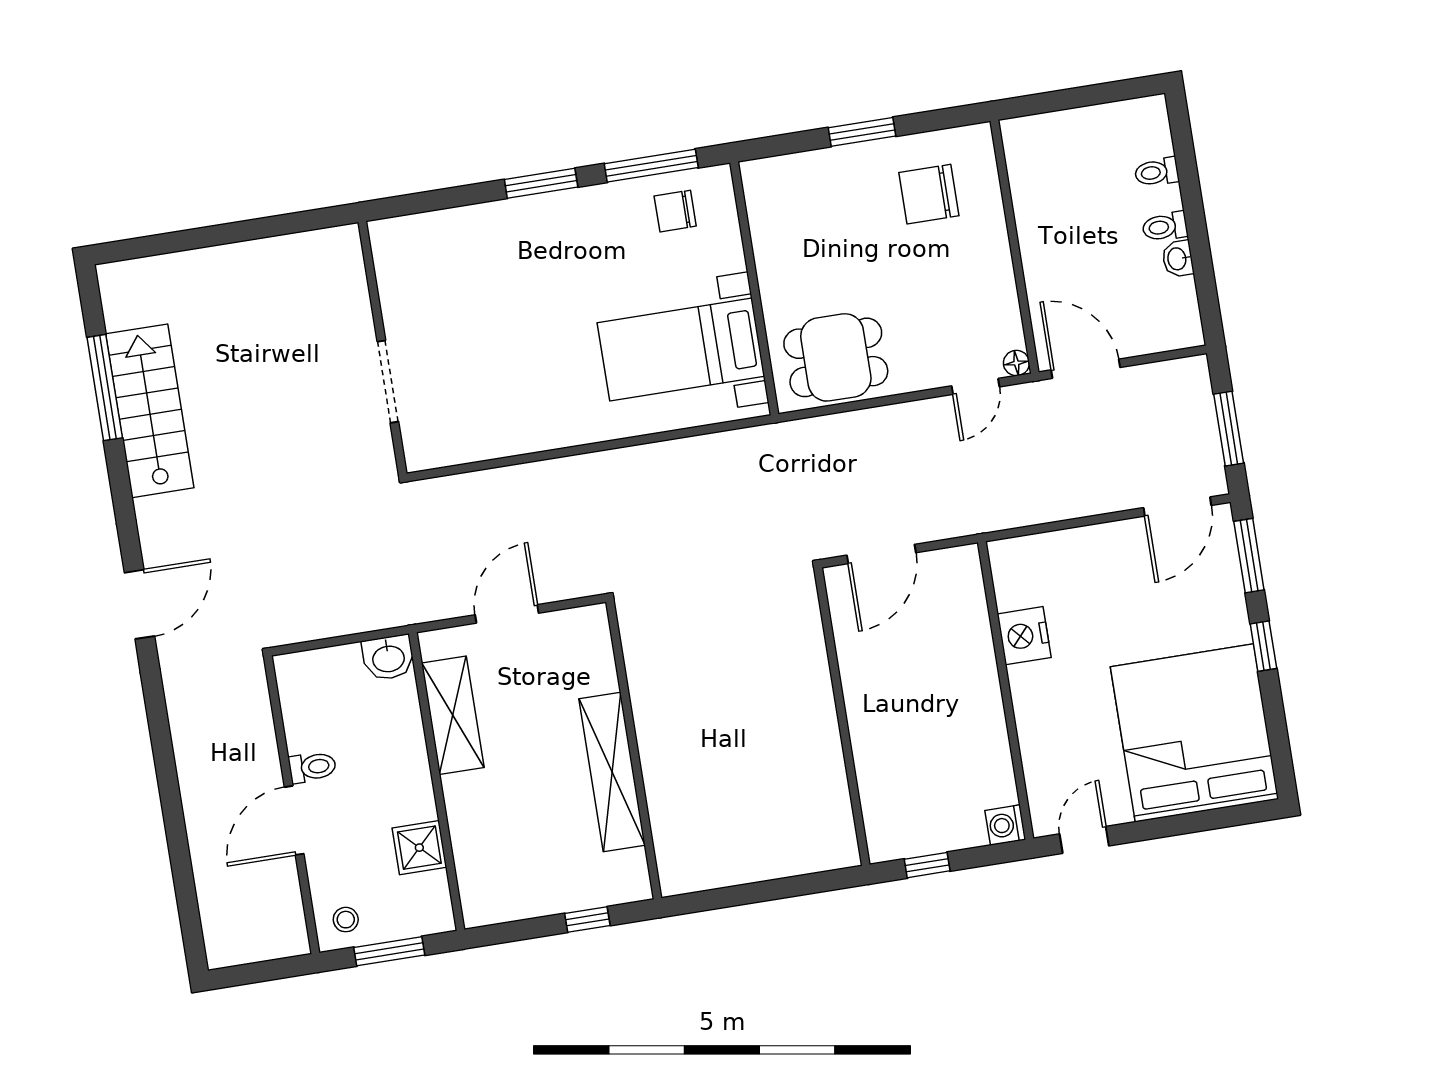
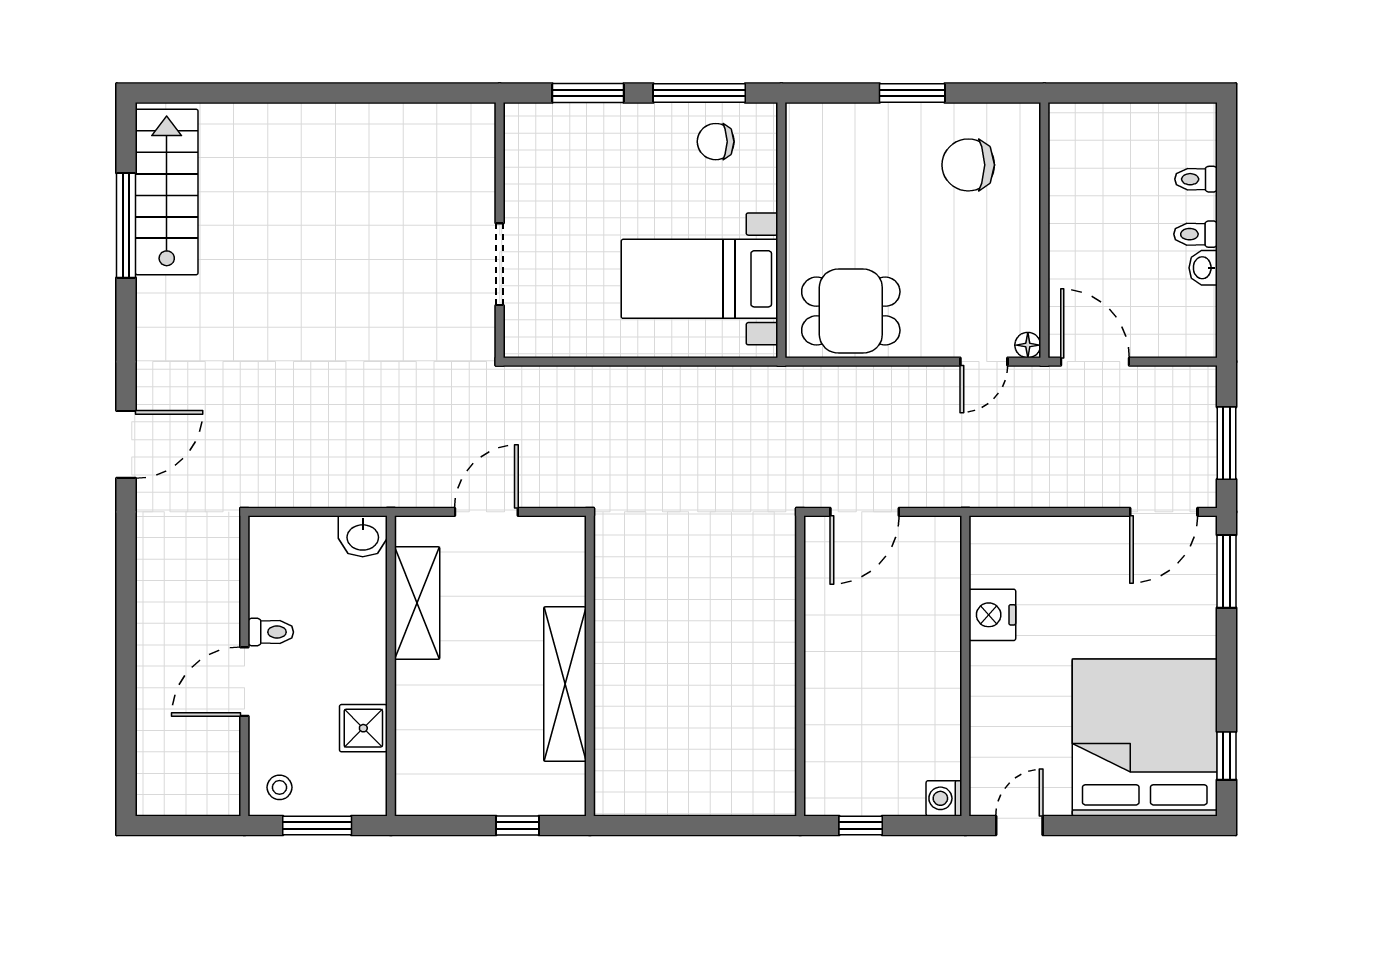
wall: (382, 348) -> (500, 230), moved
doorway: (388, 382) -> (500, 264), moved
stairs: (150, 411) -> (167, 192), moved
window: (1263, 646) -> (1226, 756), moved

